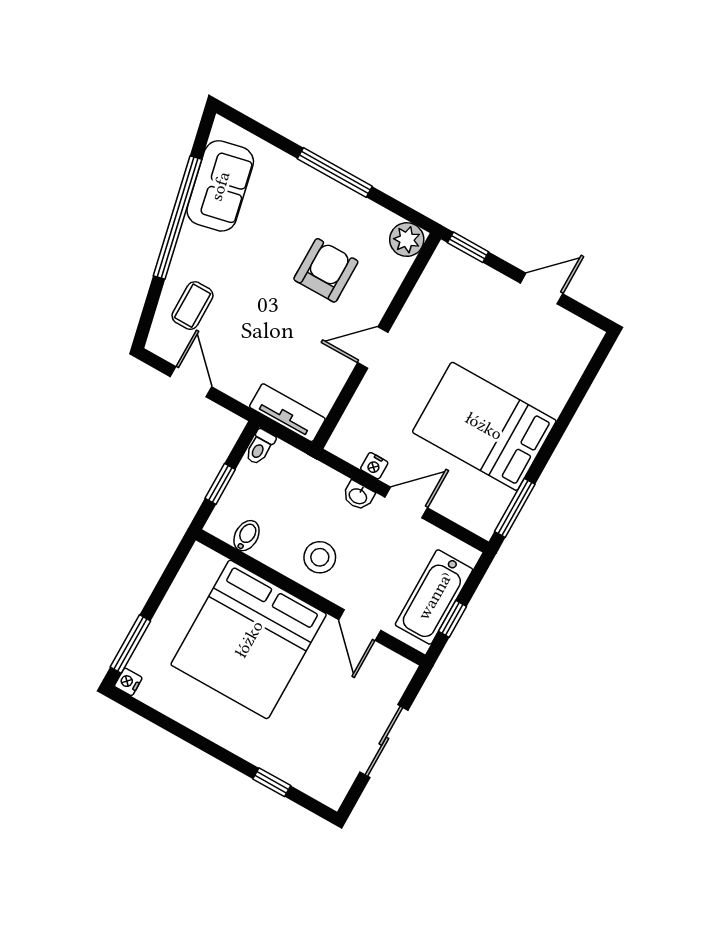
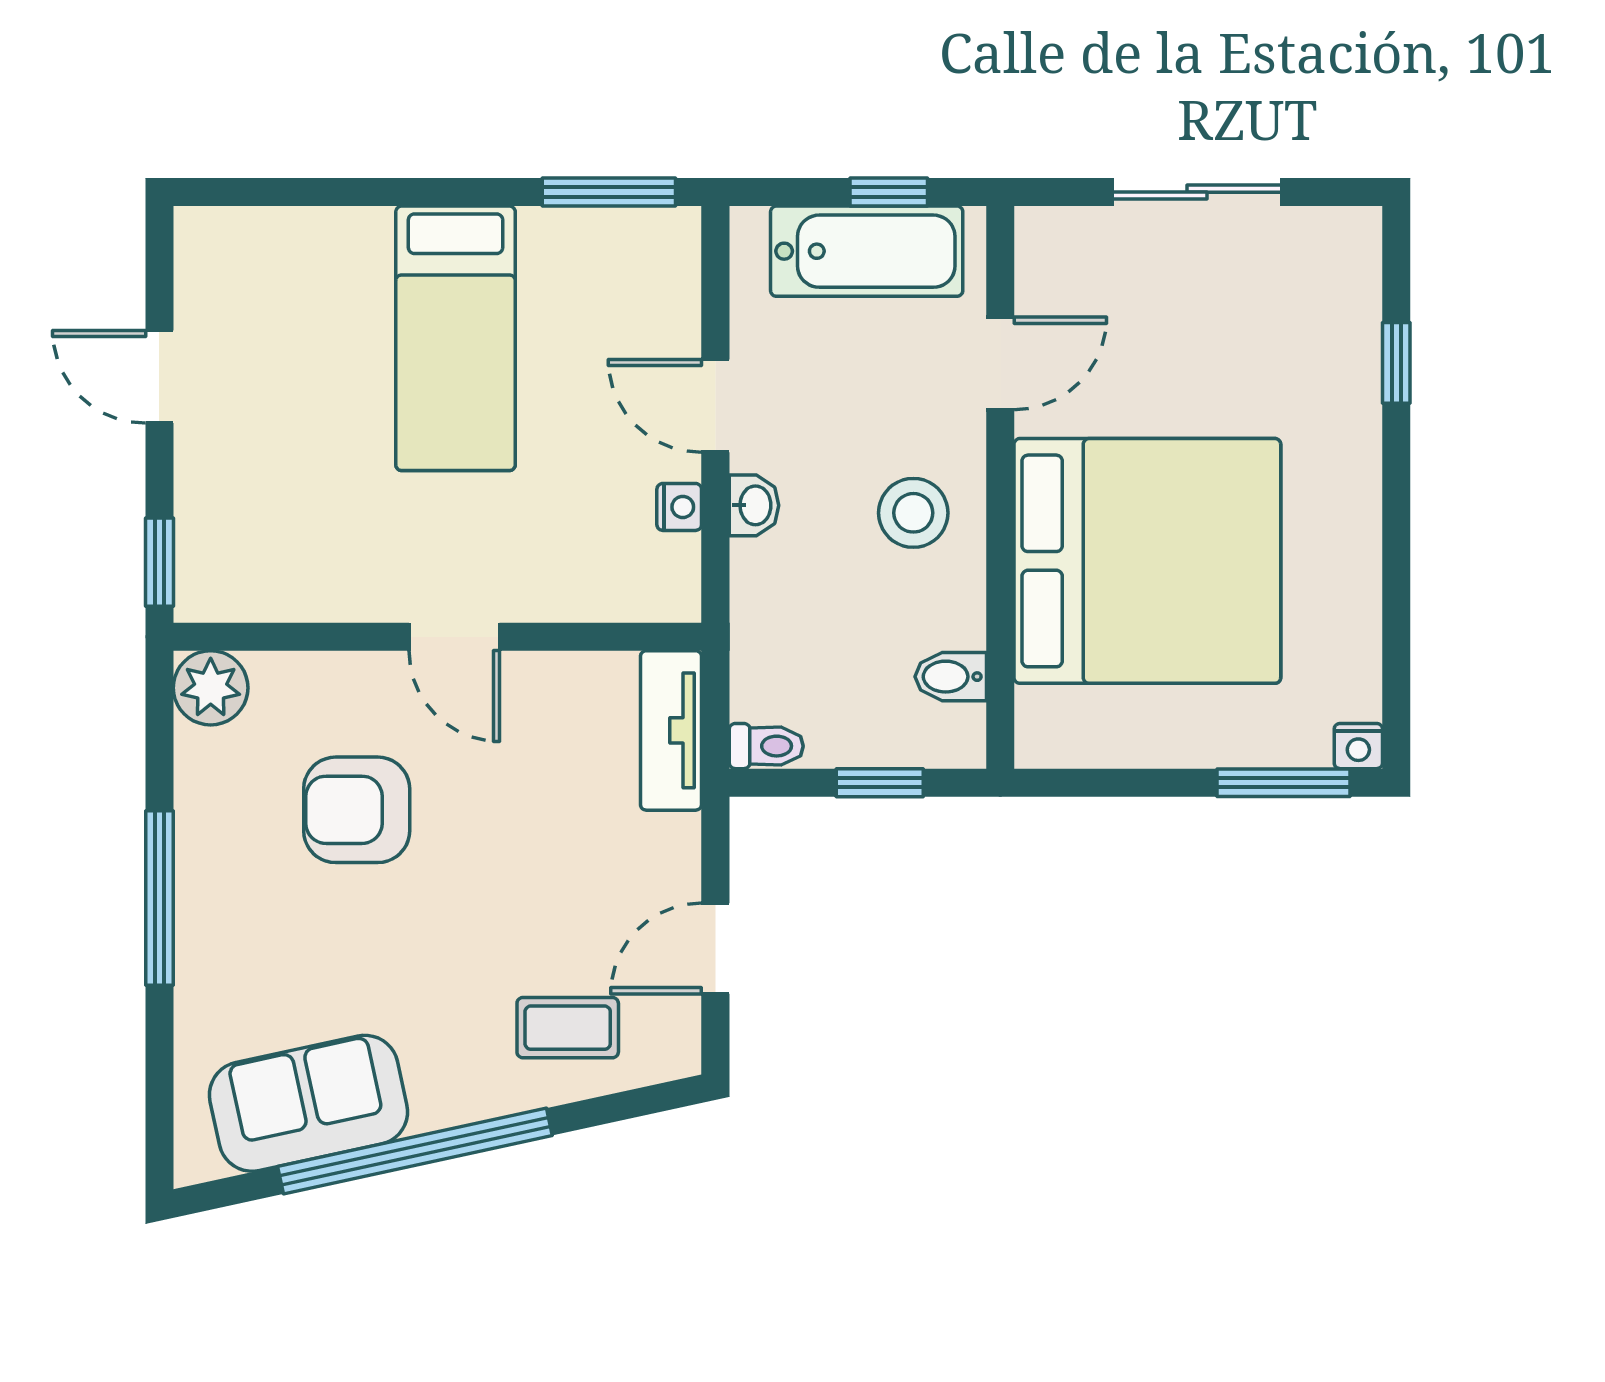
bed: (484, 426) -> (456, 338), width x0.67

